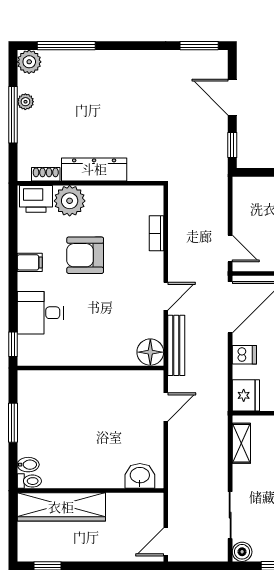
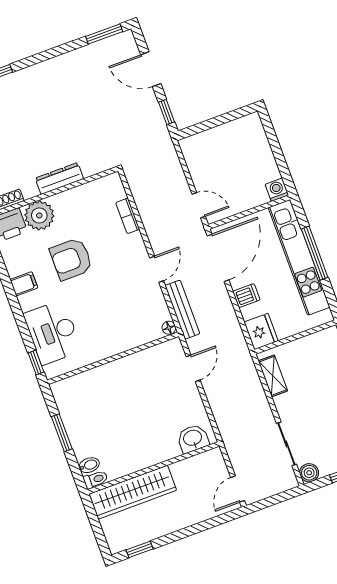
dresser: (94, 169) -> (59, 179), width x0.73, depth x0.80
desk: (40, 313) -> (53, 332), width x1.37
floor lamp: (150, 352) -> (169, 328), width x0.53, depth x0.53

